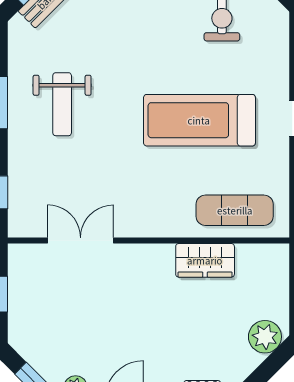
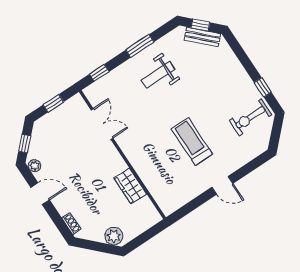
treadmill: (199, 120) -> (192, 142), width x0.73, depth x0.73
exercise mat: (235, 210) -> (162, 184), removed

